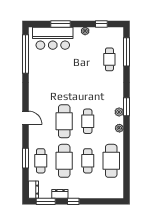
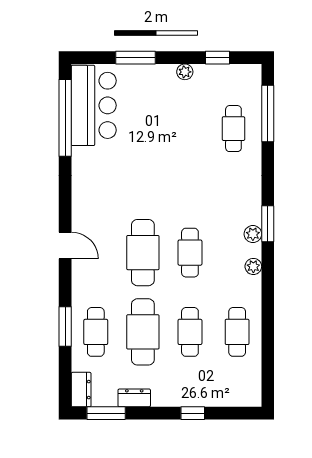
bar counter: (53, 38) -> (94, 105), moved, turned -90
cafe table: (111, 161) -> (237, 332), width x0.73, depth x0.74
window: (73, 201) -> (193, 413), moved

